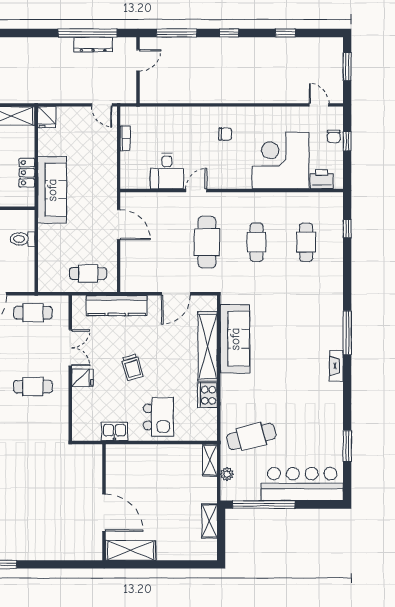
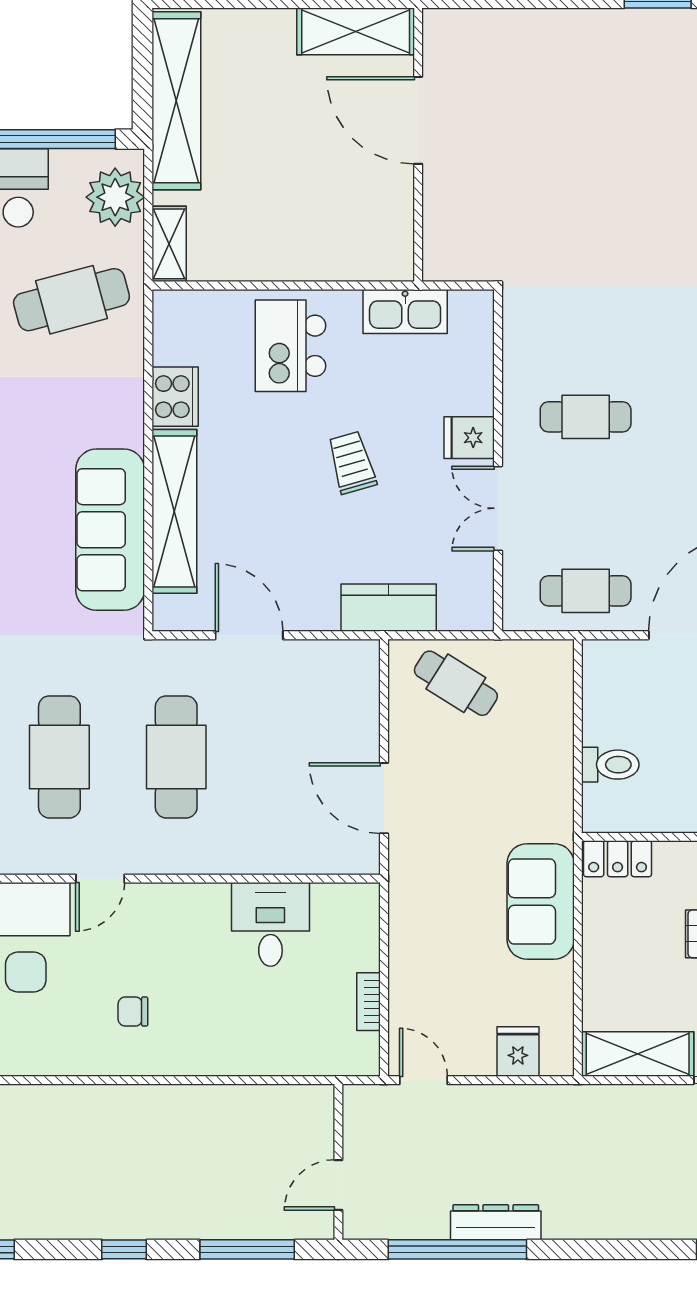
dresser: (93, 45) -> (496, 1222), moved
fridge: (47, 117) -> (518, 1051), moved
locker: (27, 173) -> (618, 859), moved, turned 90
sofa: (52, 190) -> (541, 901), width x0.73
door: (196, 190) -> (100, 879), moved
cafe table: (257, 242) -> (59, 757), width x1.37, depth x1.35
cafe table: (88, 274) -> (456, 683), turned 32
door: (176, 294) -> (249, 635), hinge flipped
kitchen counter: (117, 306) -> (389, 608), width x0.67
kitchen sink: (115, 431) -> (405, 311), width x1.38
plant: (227, 474) -> (115, 197), width x1.87, depth x1.87
shelving: (209, 521) -> (176, 101), width x2.20, depth x1.33

